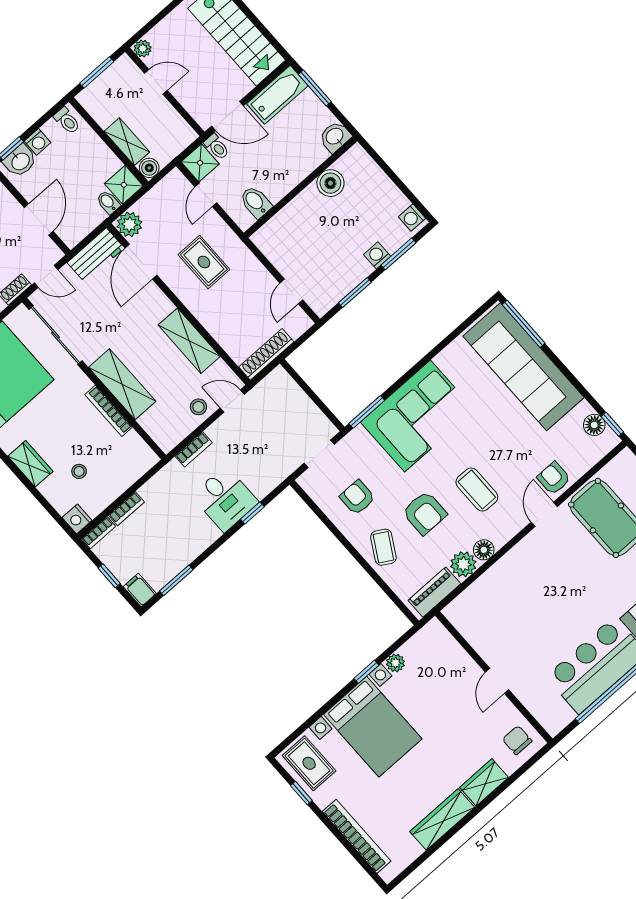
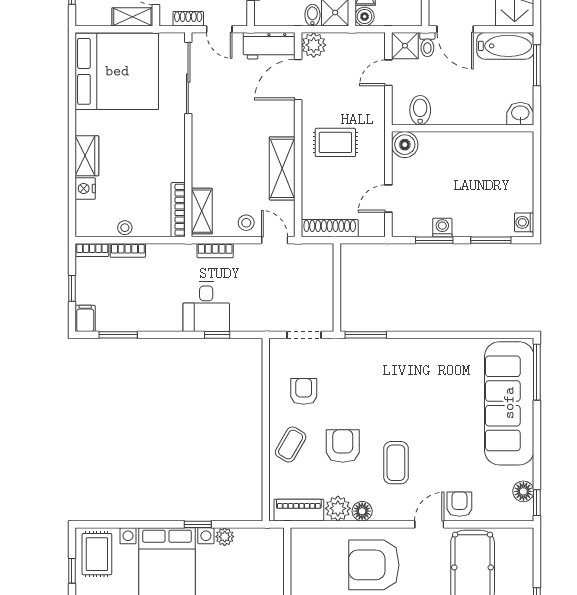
boiler: (330, 183) -> (405, 145), moved
washing machine: (377, 255) -> (442, 228), moved
rug: (204, 262) -> (335, 142), moved, turned 90
shelving: (122, 384) -> (202, 211), moved, width x0.67, depth x0.75
bookcase: (109, 411) -> (178, 210), moved
corner sofa: (418, 416) -> (400, 371), removed
stool: (79, 471) -> (125, 228), moved
armchair: (425, 513) -> (343, 446), turned 180
nightstand: (77, 519) -> (85, 189), moved
armchair: (529, 583) -> (374, 565), added

